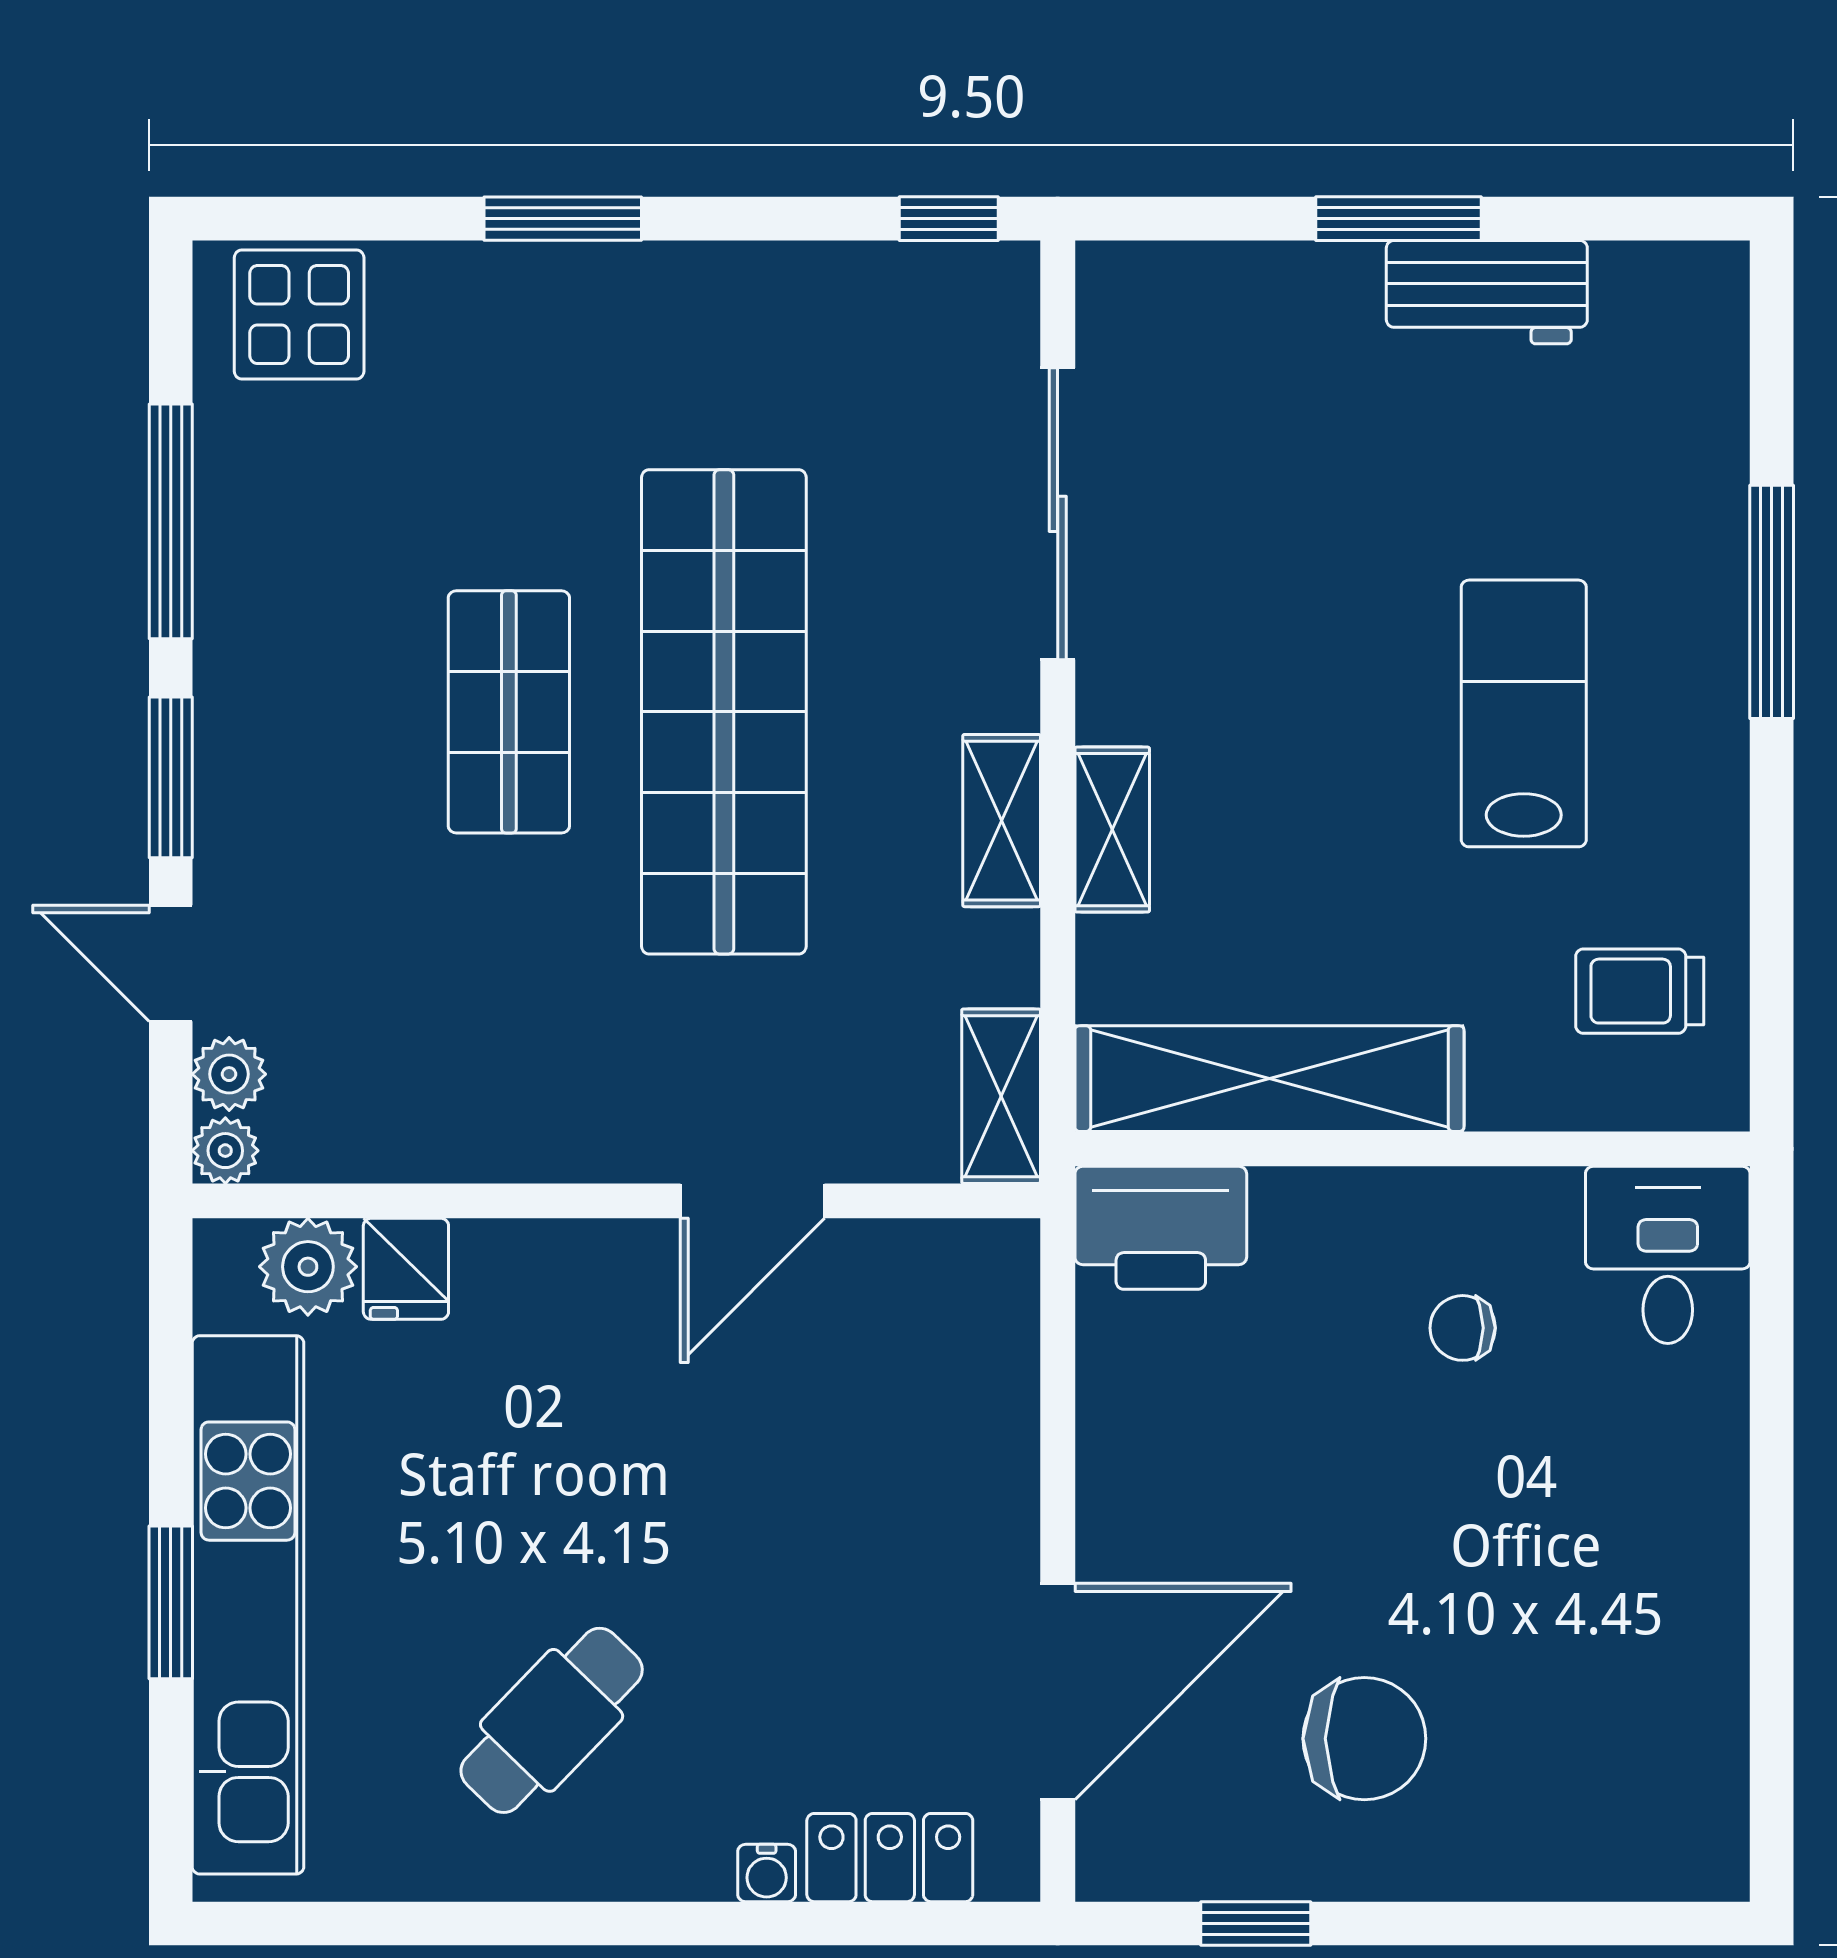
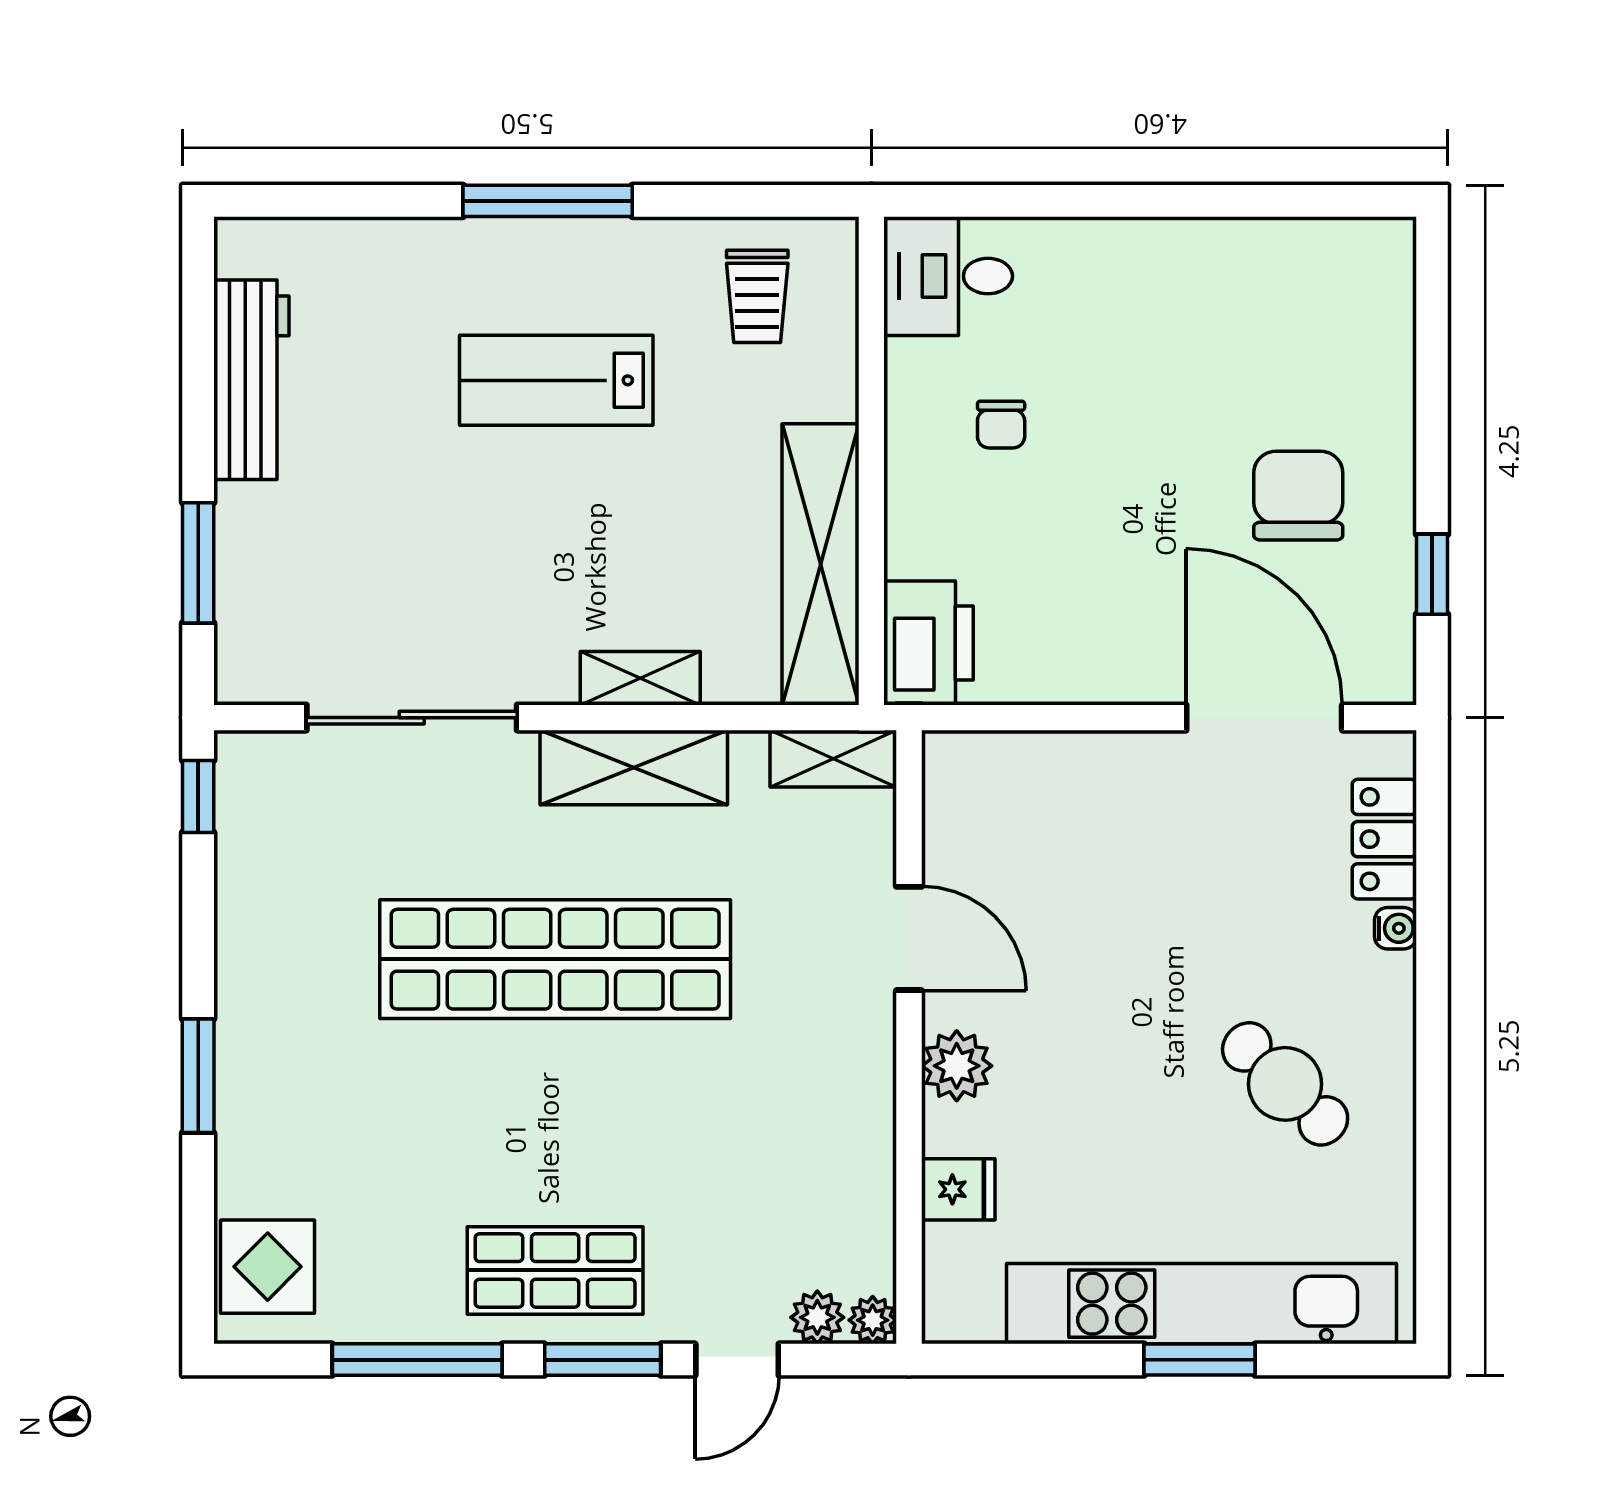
window: (1399, 219) -> (198, 563), moved
workbench: (1487, 292) -> (251, 380), width x1.38
window: (1772, 602) -> (548, 201), moved
shop shelf: (509, 712) -> (555, 1270), moved
shelving: (1002, 821) -> (634, 768), width x1.50, depth x1.33
plant: (308, 1267) -> (957, 1066), moved

